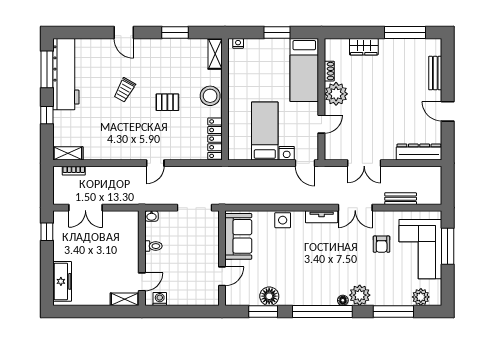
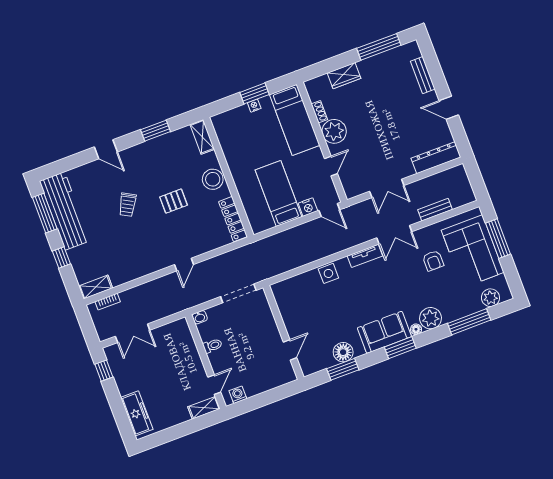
nightstand: (238, 43) -> (254, 106), moved
sofa: (238, 236) -> (384, 332), moved, turned -90
window: (322, 312) -> (400, 348), width x0.47

